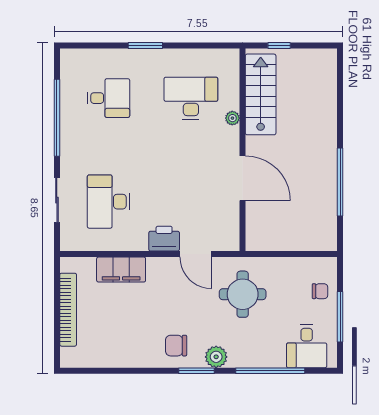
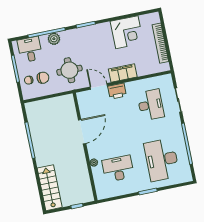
stairs: (261, 94) -> (50, 188), moved, turned 180
desk: (109, 98) -> (162, 160), width x1.87, depth x1.30
desk: (191, 98) -> (118, 169), turned 180
door: (242, 178) -> (82, 132), swing flipped
filing cabinet: (121, 270) -> (123, 73), moved
corner desk: (125, 342) -> (127, 32), added
chair: (176, 346) -> (43, 78), moved
plant: (216, 357) -> (54, 39), moved

